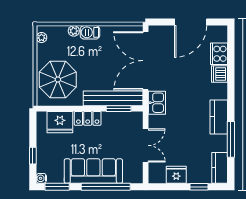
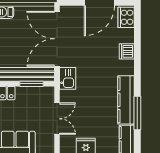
cooker: (219, 54) -> (126, 17), moved
kitchen counter: (219, 117) -> (126, 100), width x1.50

